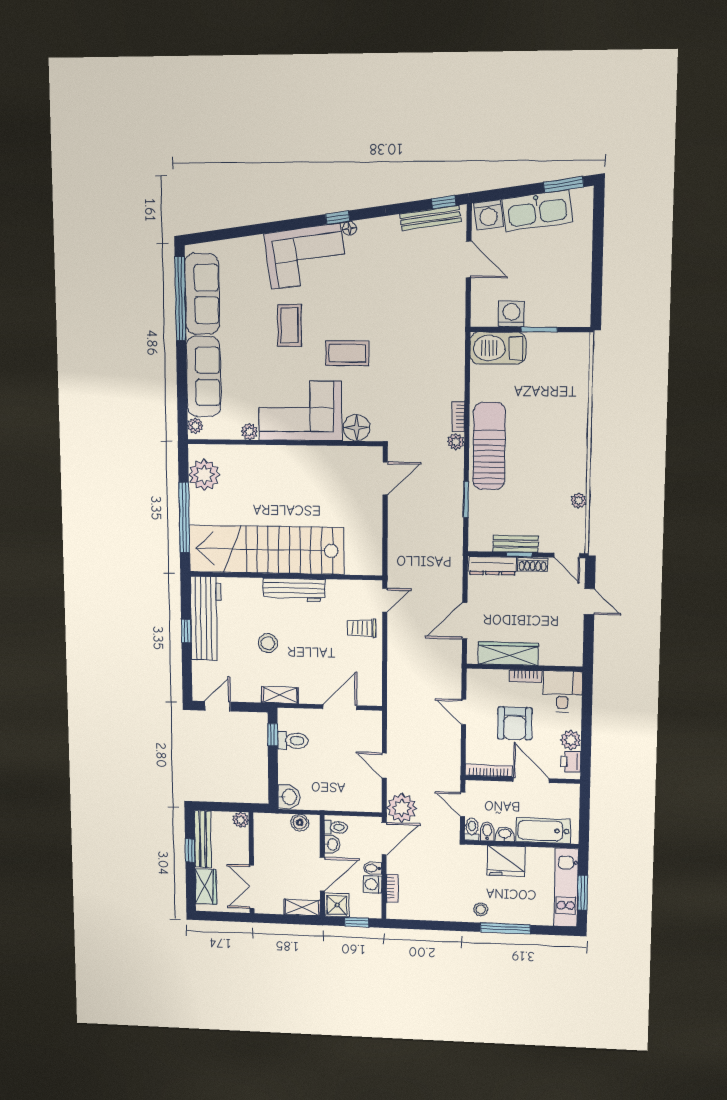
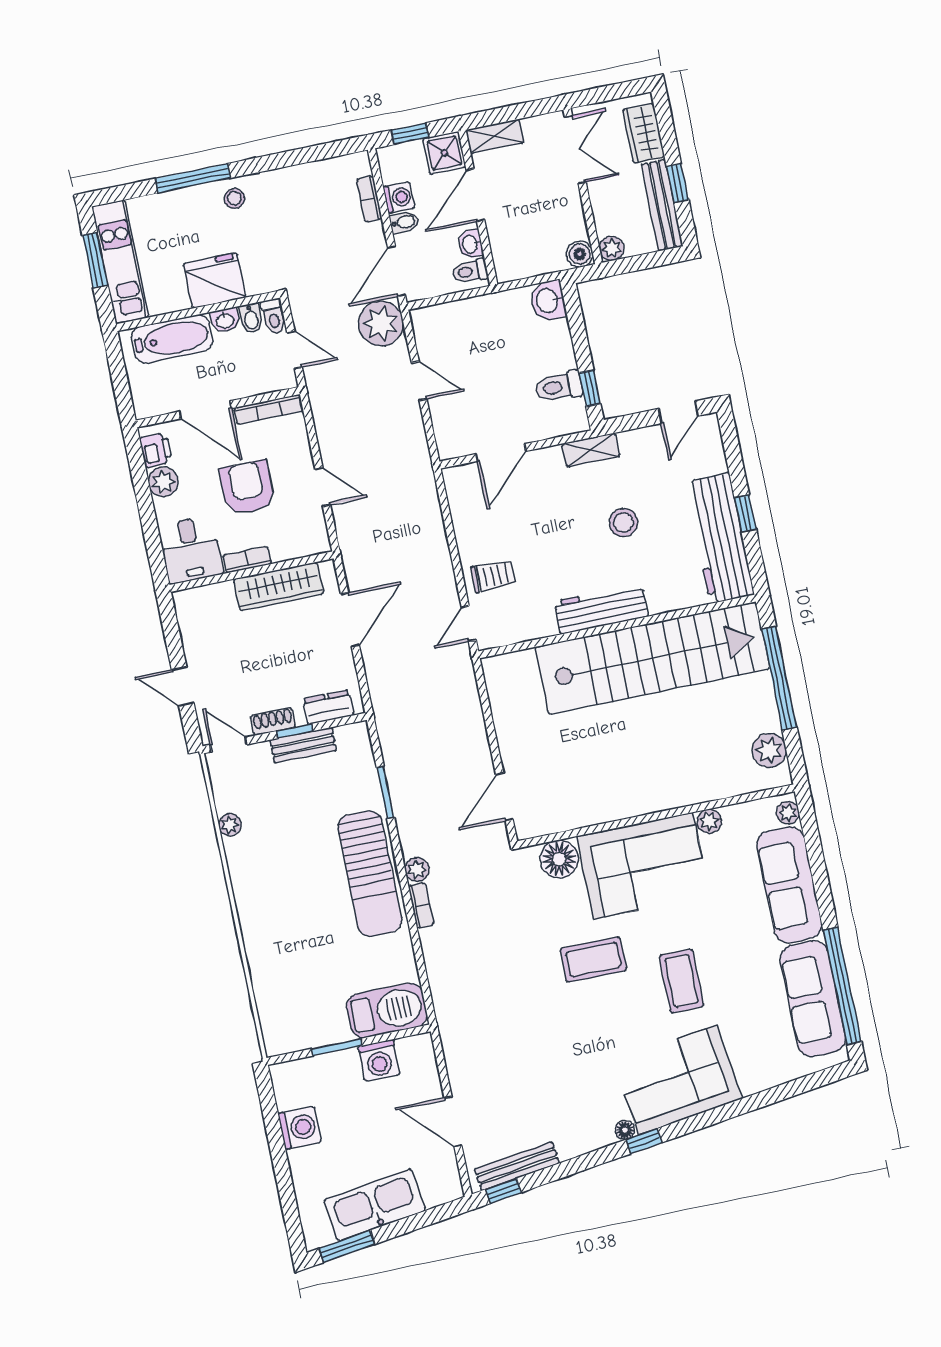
washing machine: (488, 215) -> (299, 1128), moved, turned 98
plant: (204, 475) -> (769, 750), width x0.73, depth x0.73
dresser: (492, 566) -> (328, 707), width x0.70
boiler: (300, 823) -> (580, 254), moved

